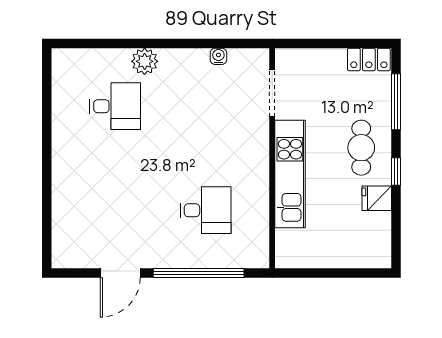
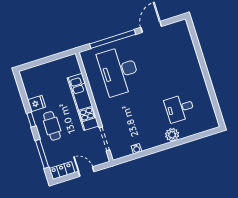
door: (325, 43) -> (86, 172), added
desk: (206, 210) -> (119, 71), width x1.87, depth x1.30

